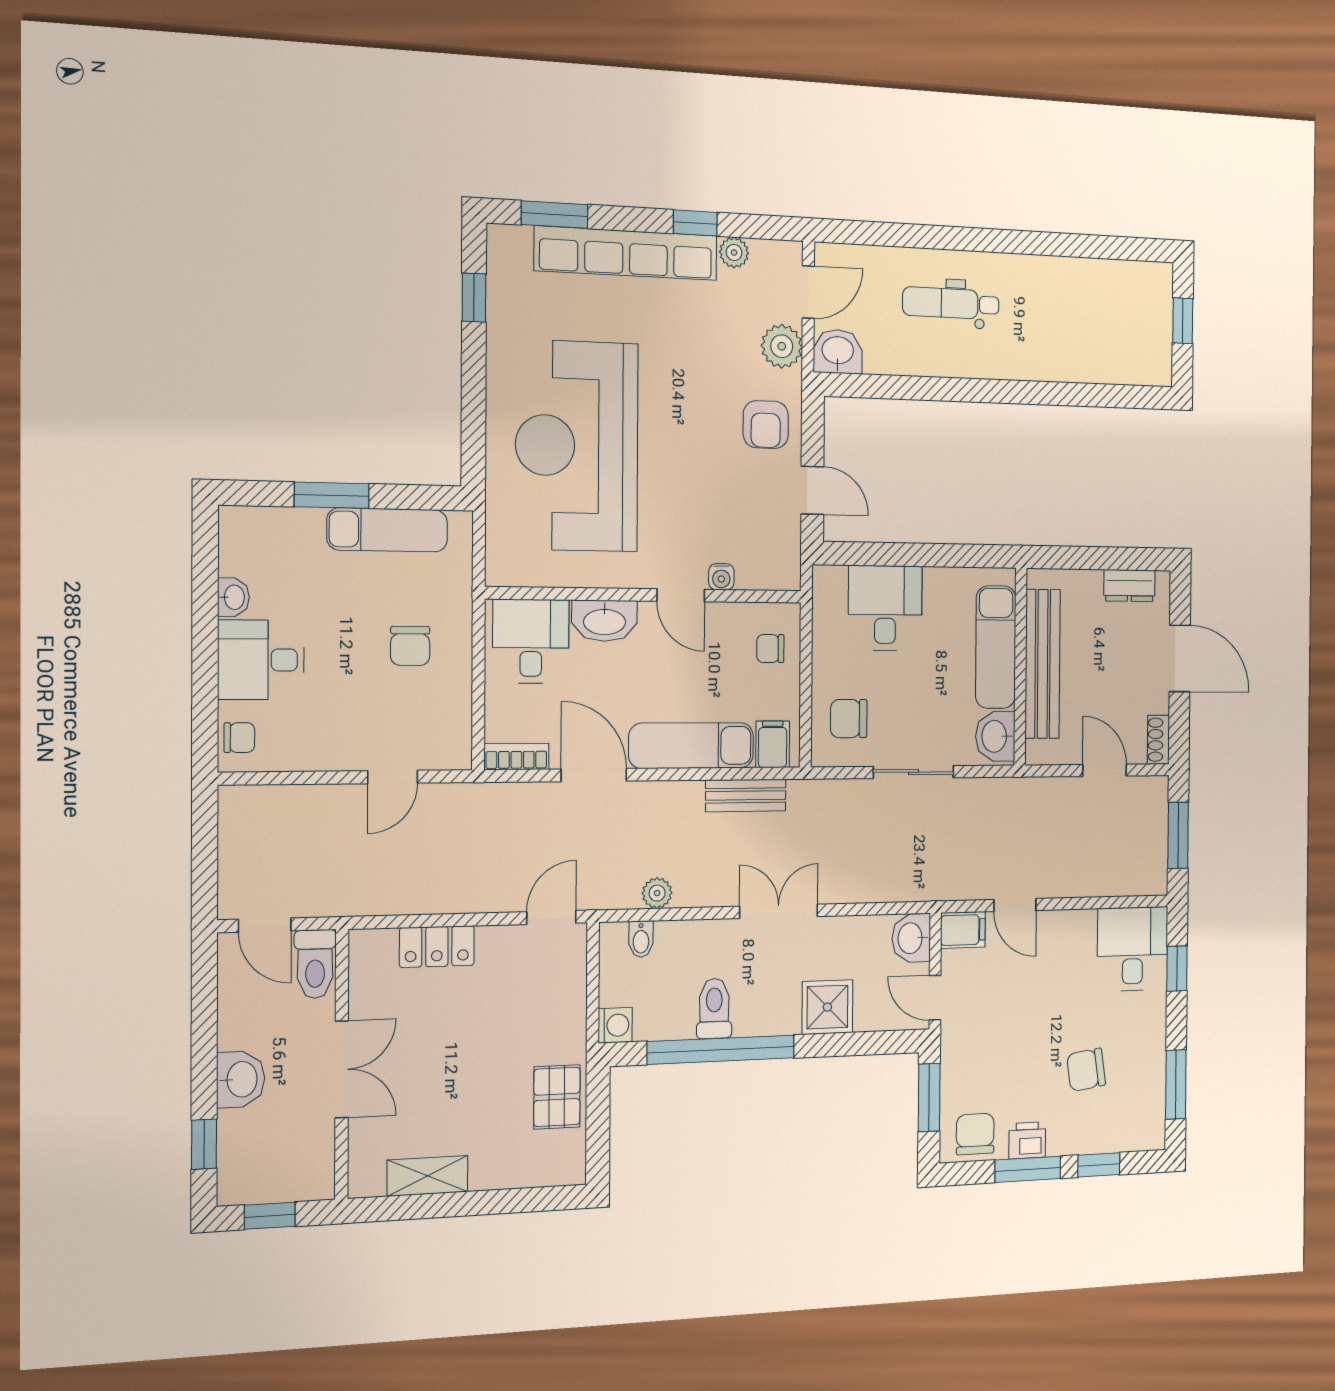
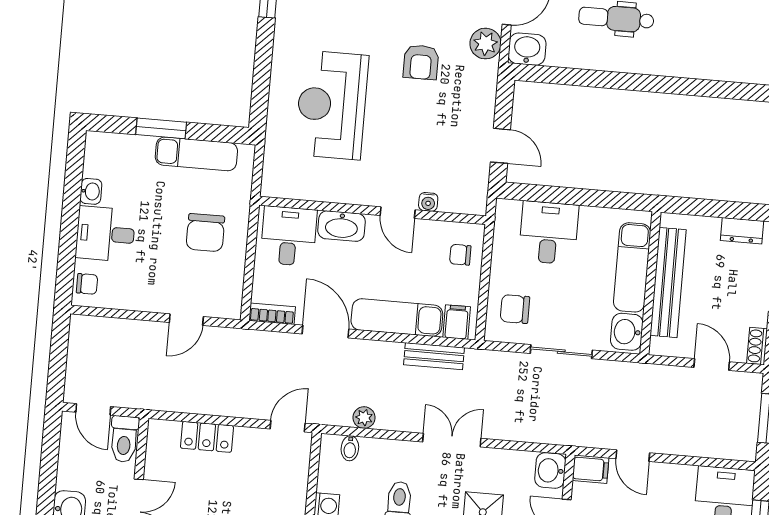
armchair: (766, 425) -> (421, 62), moved
reception desk: (577, 446) -> (332, 105), width x0.74, depth x0.77
chair: (410, 646) -> (205, 233), width x1.37, depth x1.37

